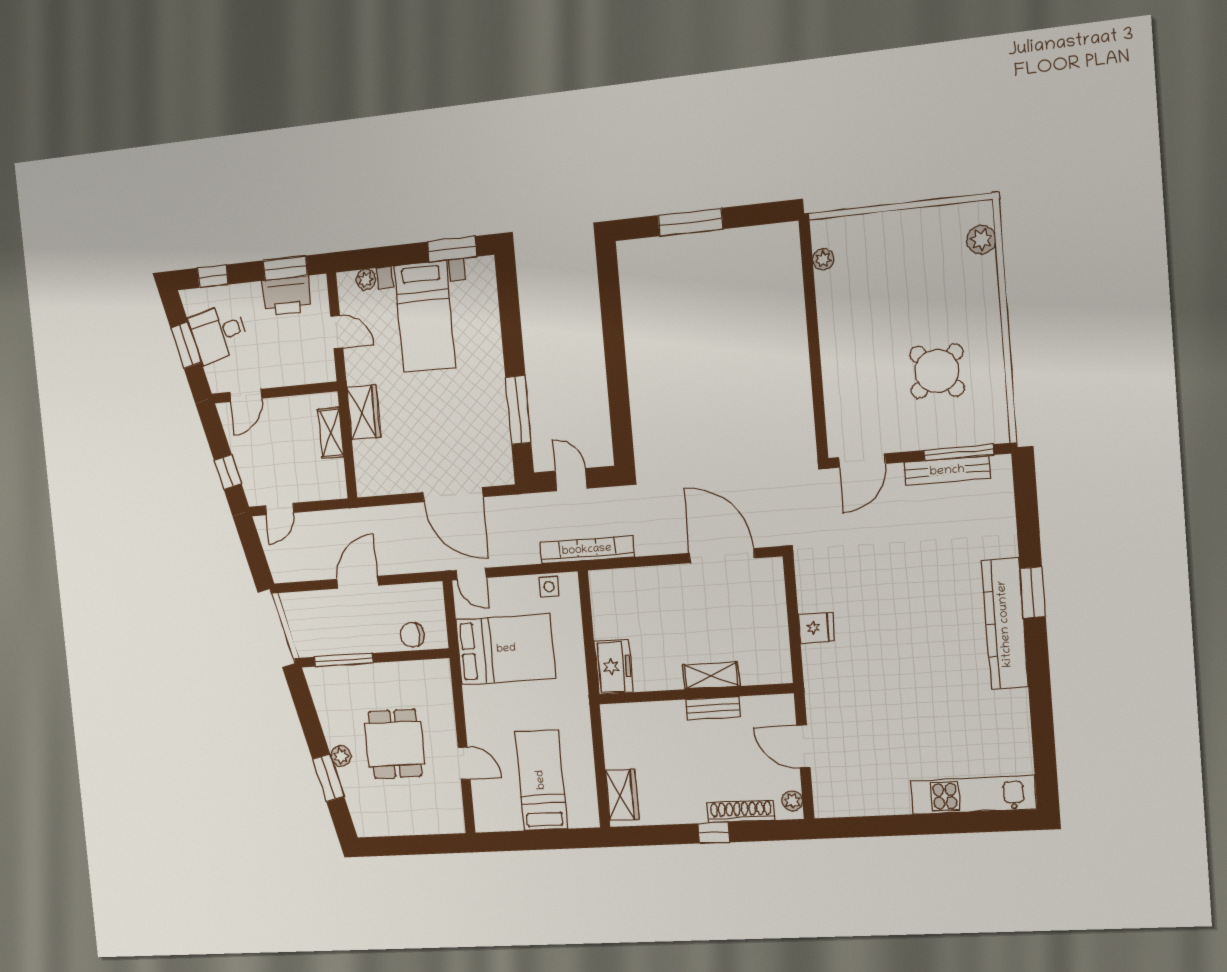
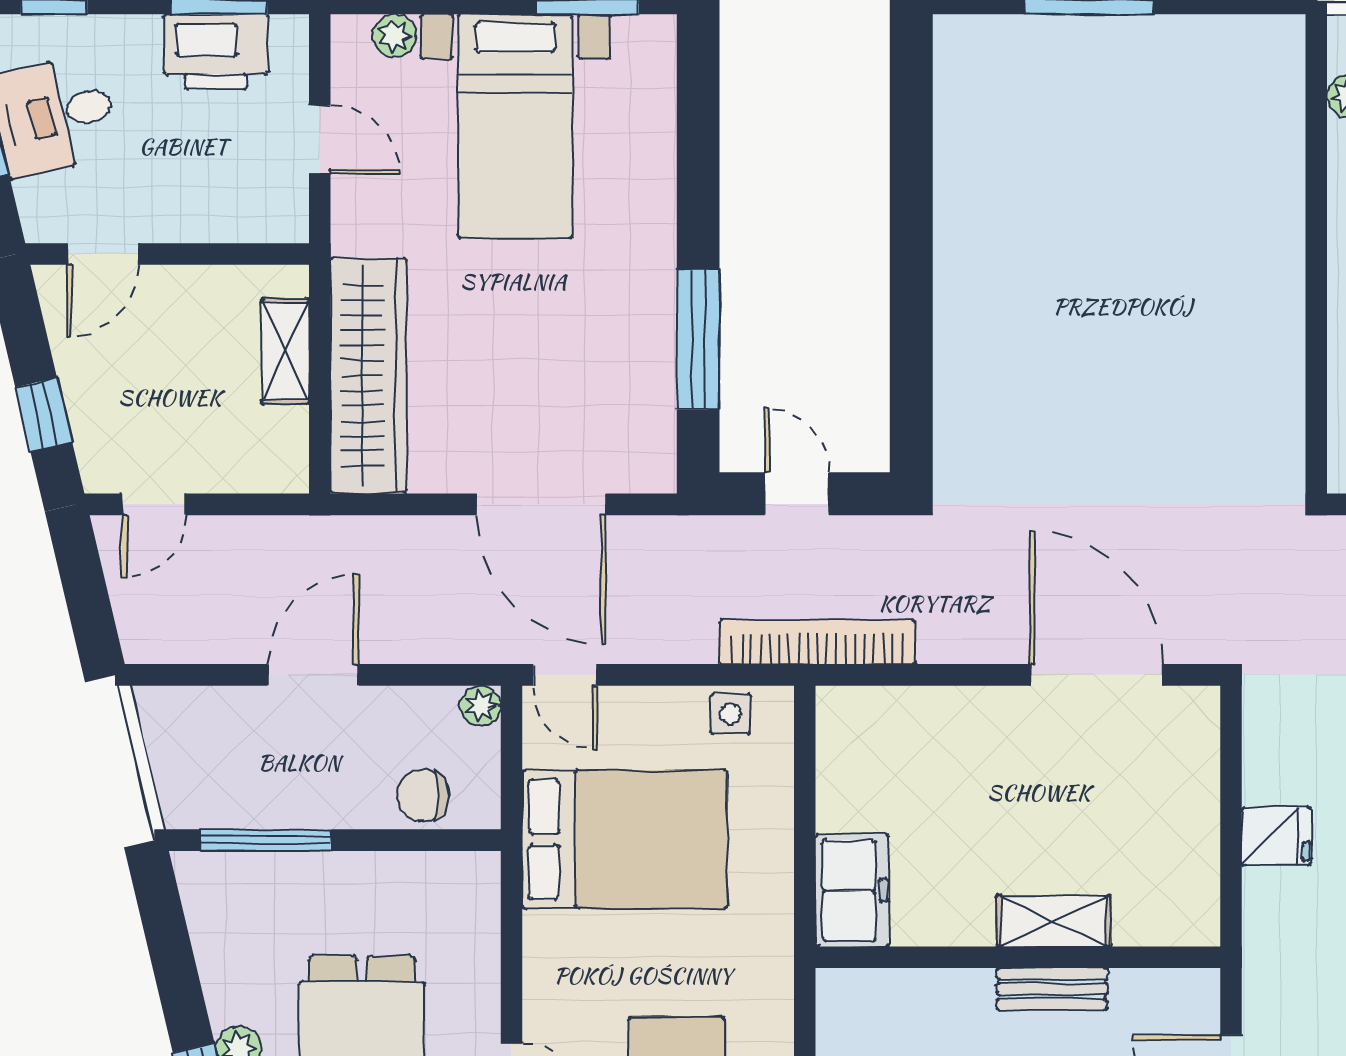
wardrobe: (364, 412) -> (368, 375), width x2.10, depth x1.17
plant: (434, 591) -> (481, 706), added

